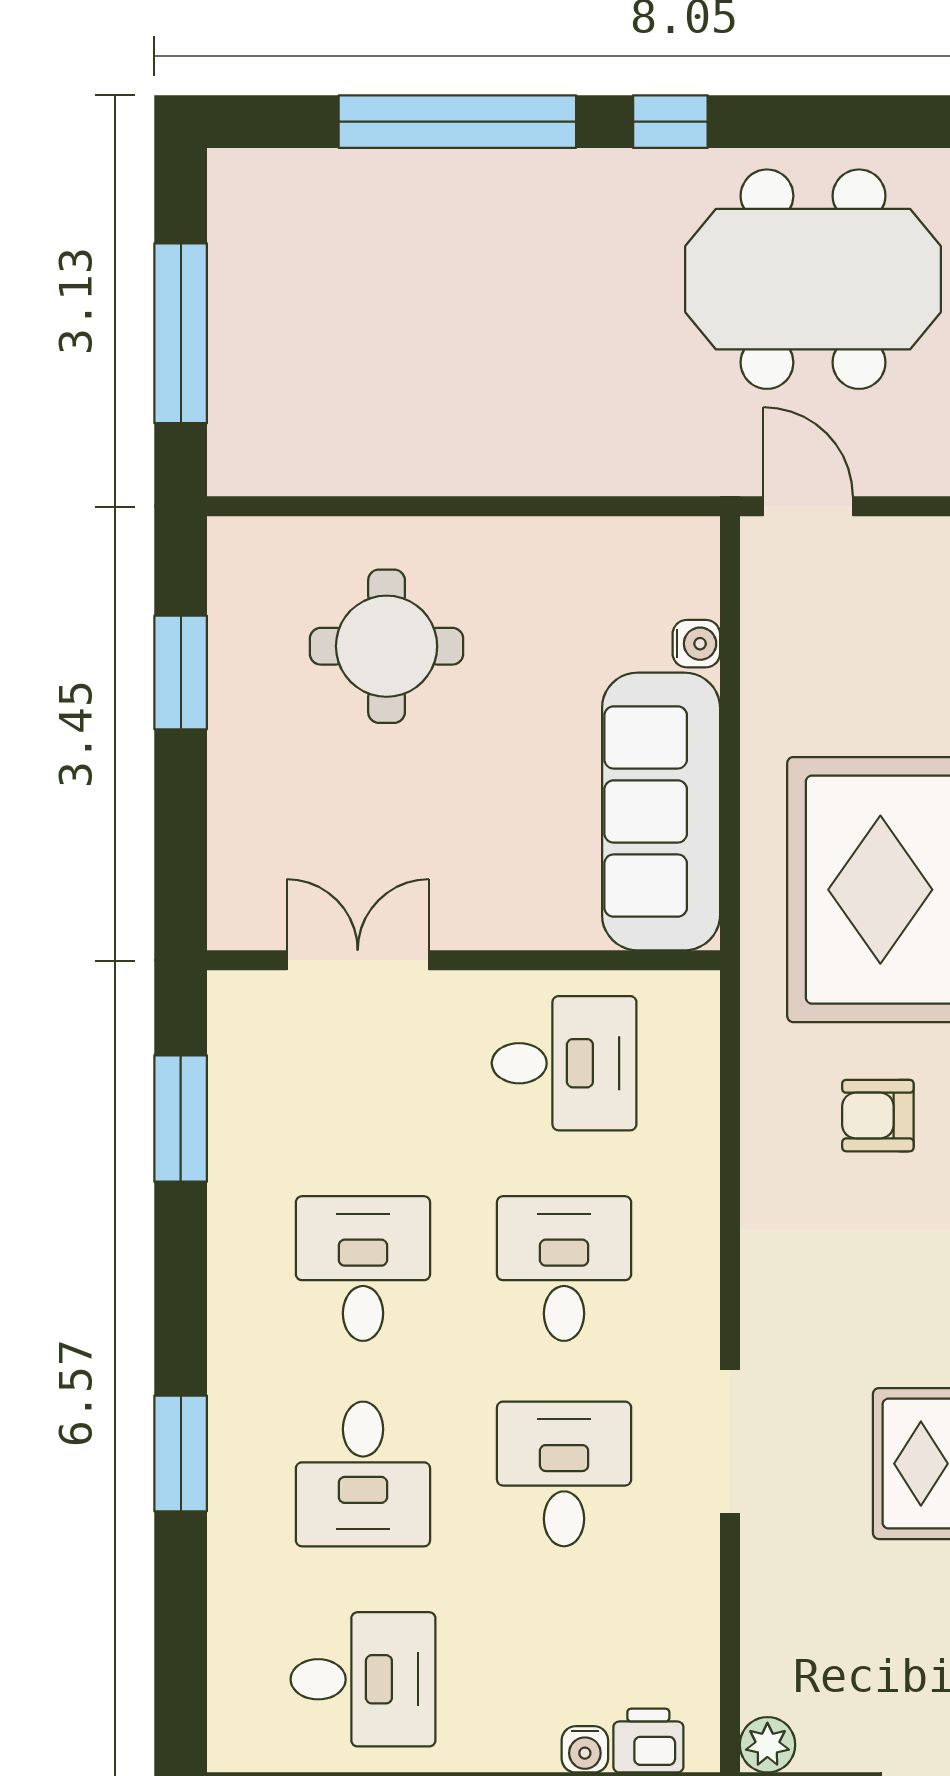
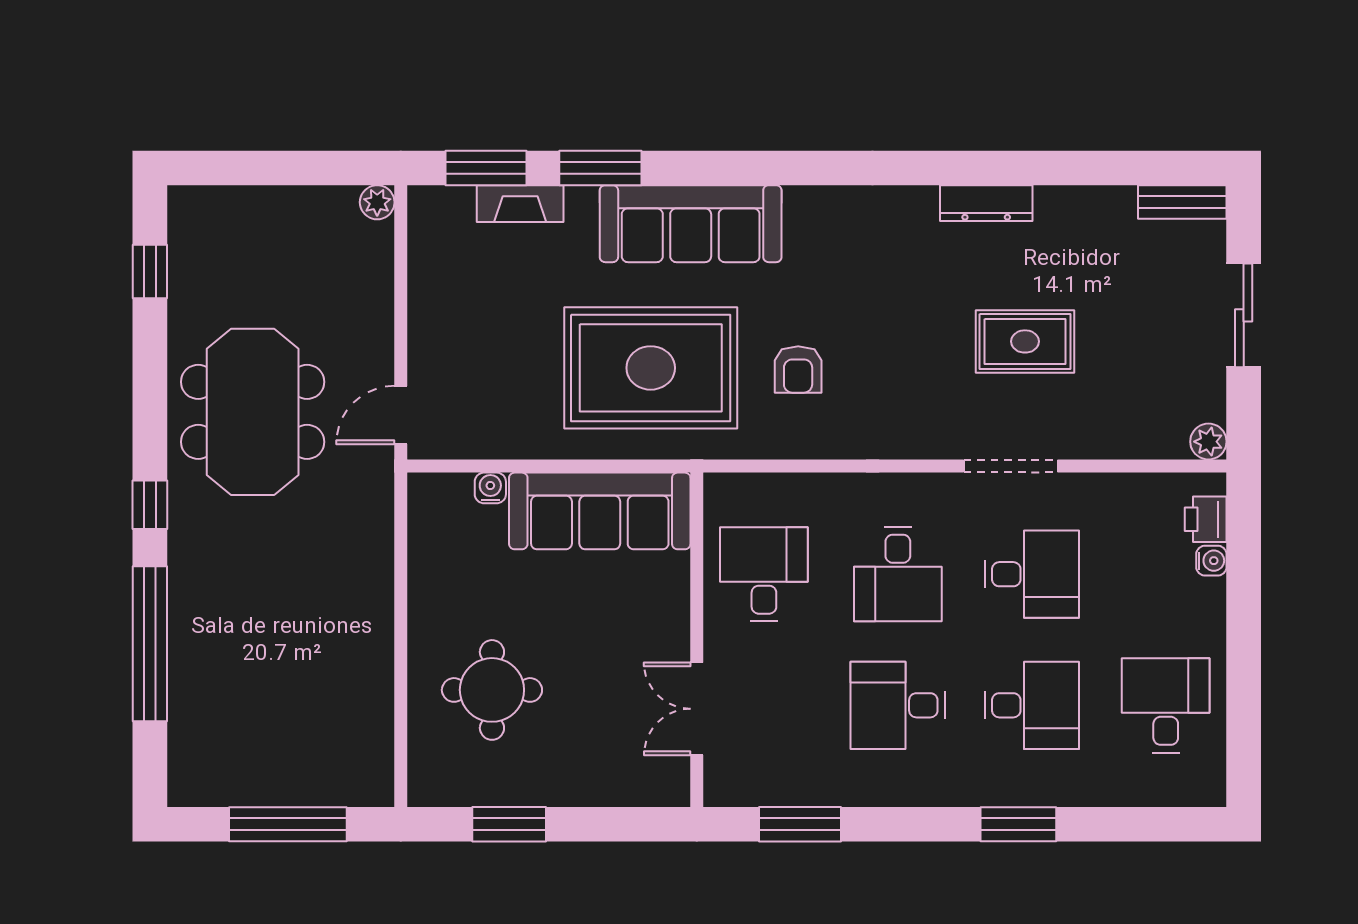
desk: (564, 1269) -> (898, 574), turned -90
desk: (564, 1474) -> (1032, 574), turned 180

